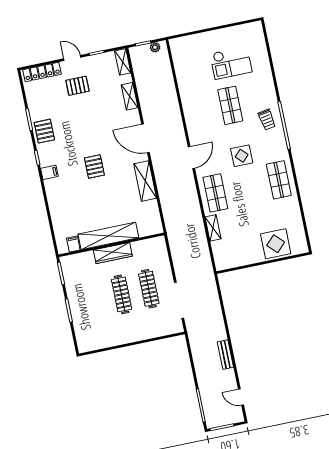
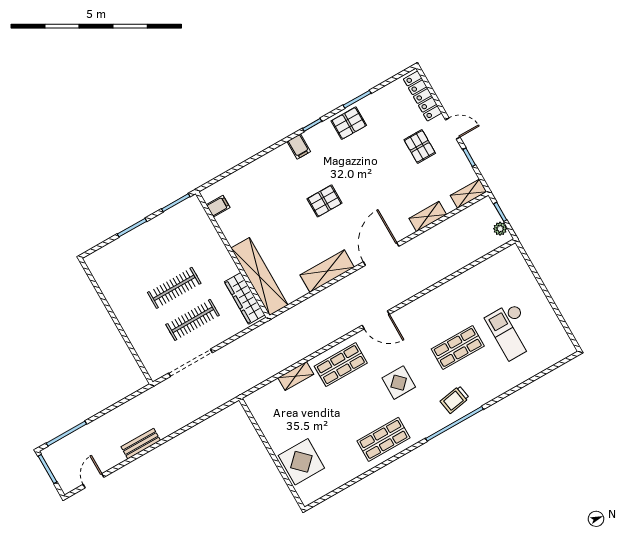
door: (72, 58) -> (453, 128), hinge flipped
shelving: (108, 236) -> (259, 277), moved
wardrobe: (113, 253) -> (245, 298), moved

